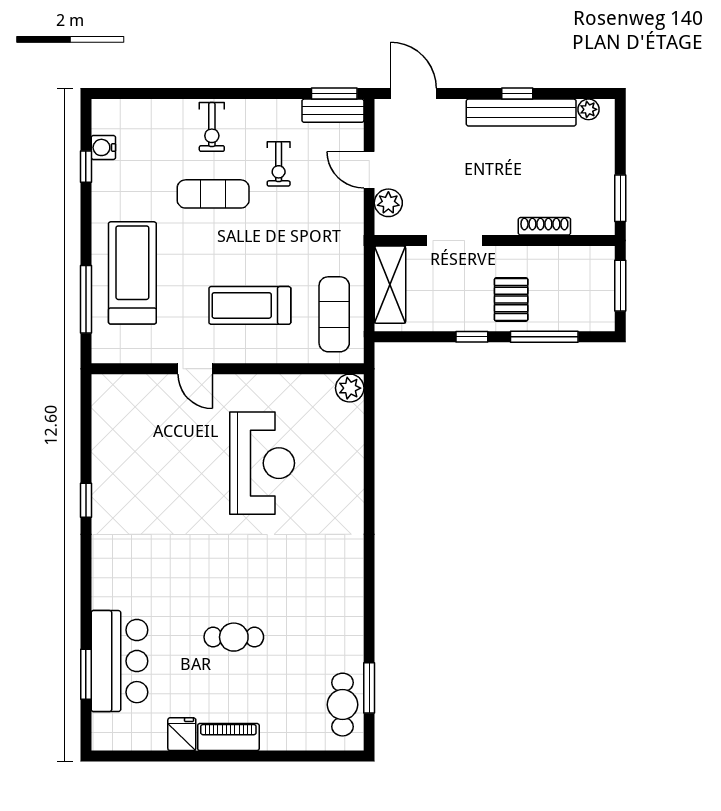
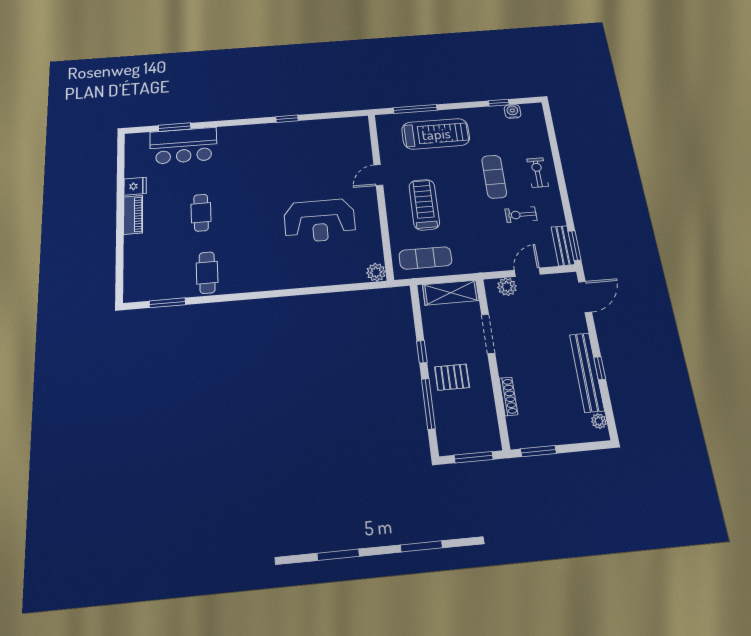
exercise bike: (212, 127) -> (538, 173), turned 90
cafe table: (343, 705) -> (207, 273), moved, turned 90

